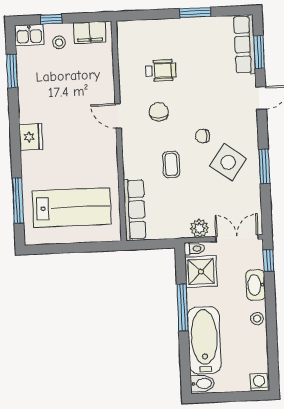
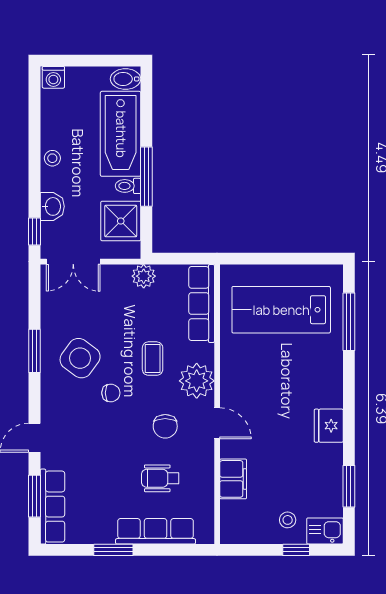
row of seats: (163, 29) -> (156, 531), added
filing cabinet: (90, 32) -> (233, 479), moved, turned 90
fridge: (31, 137) -> (329, 426), moved
plant: (136, 149) -> (197, 381), added
plant: (199, 228) -> (144, 276), moved
toilet: (194, 249) -> (128, 186), moved
washbasin: (256, 285) -> (52, 206), width x0.72

